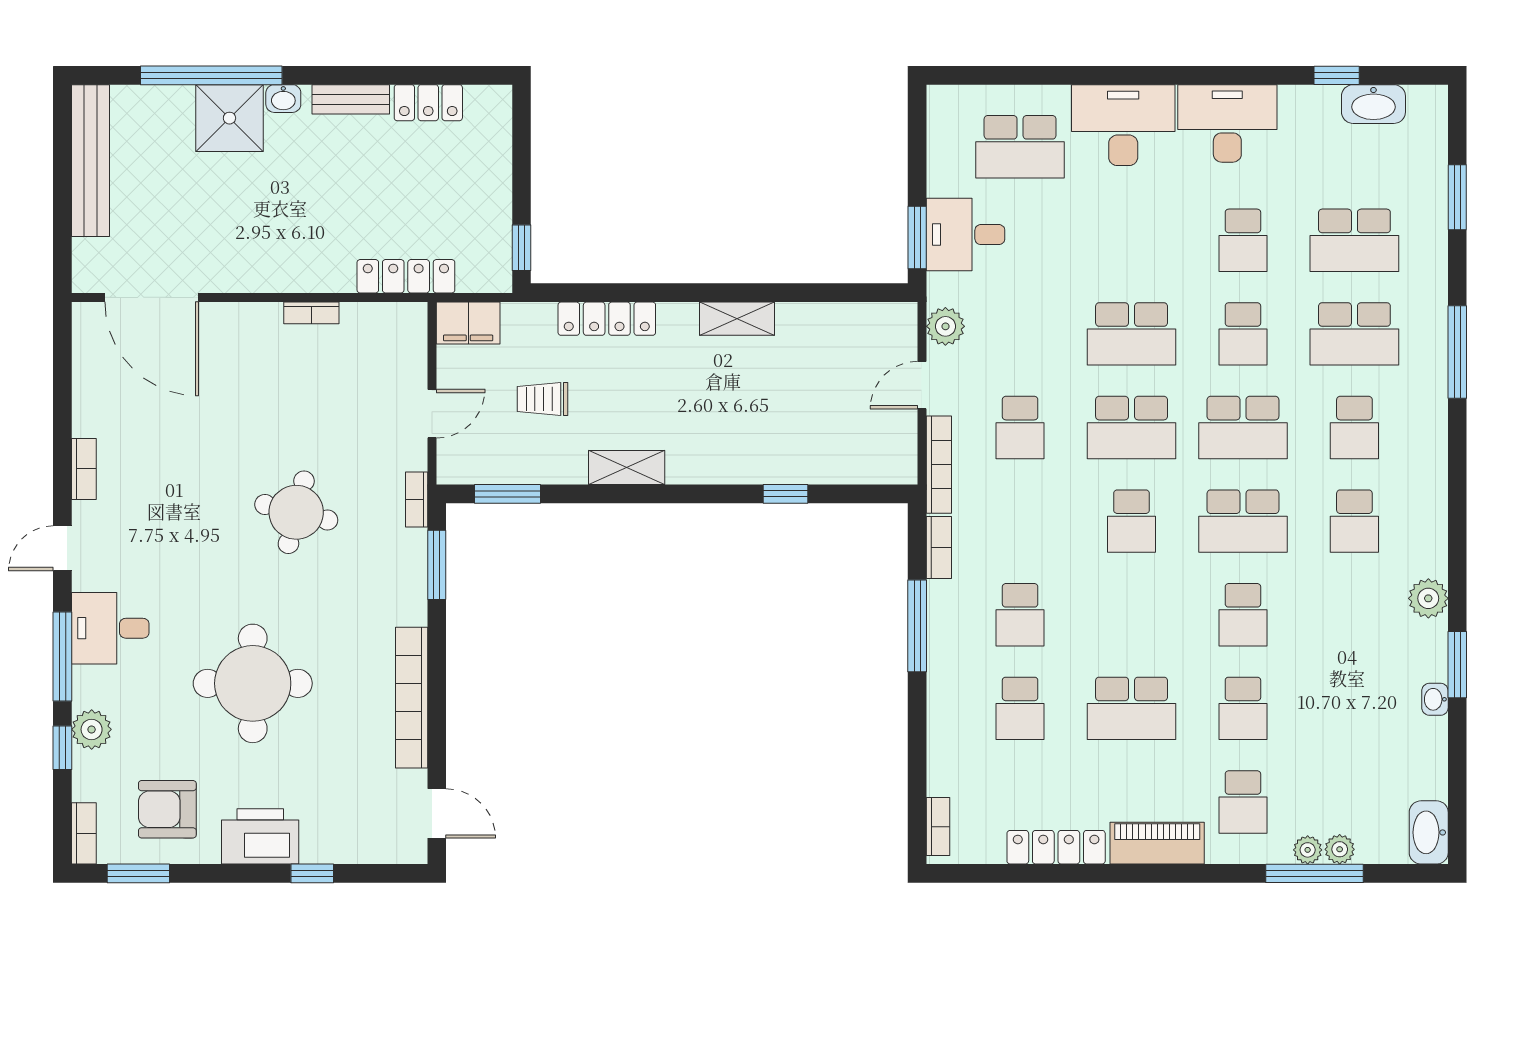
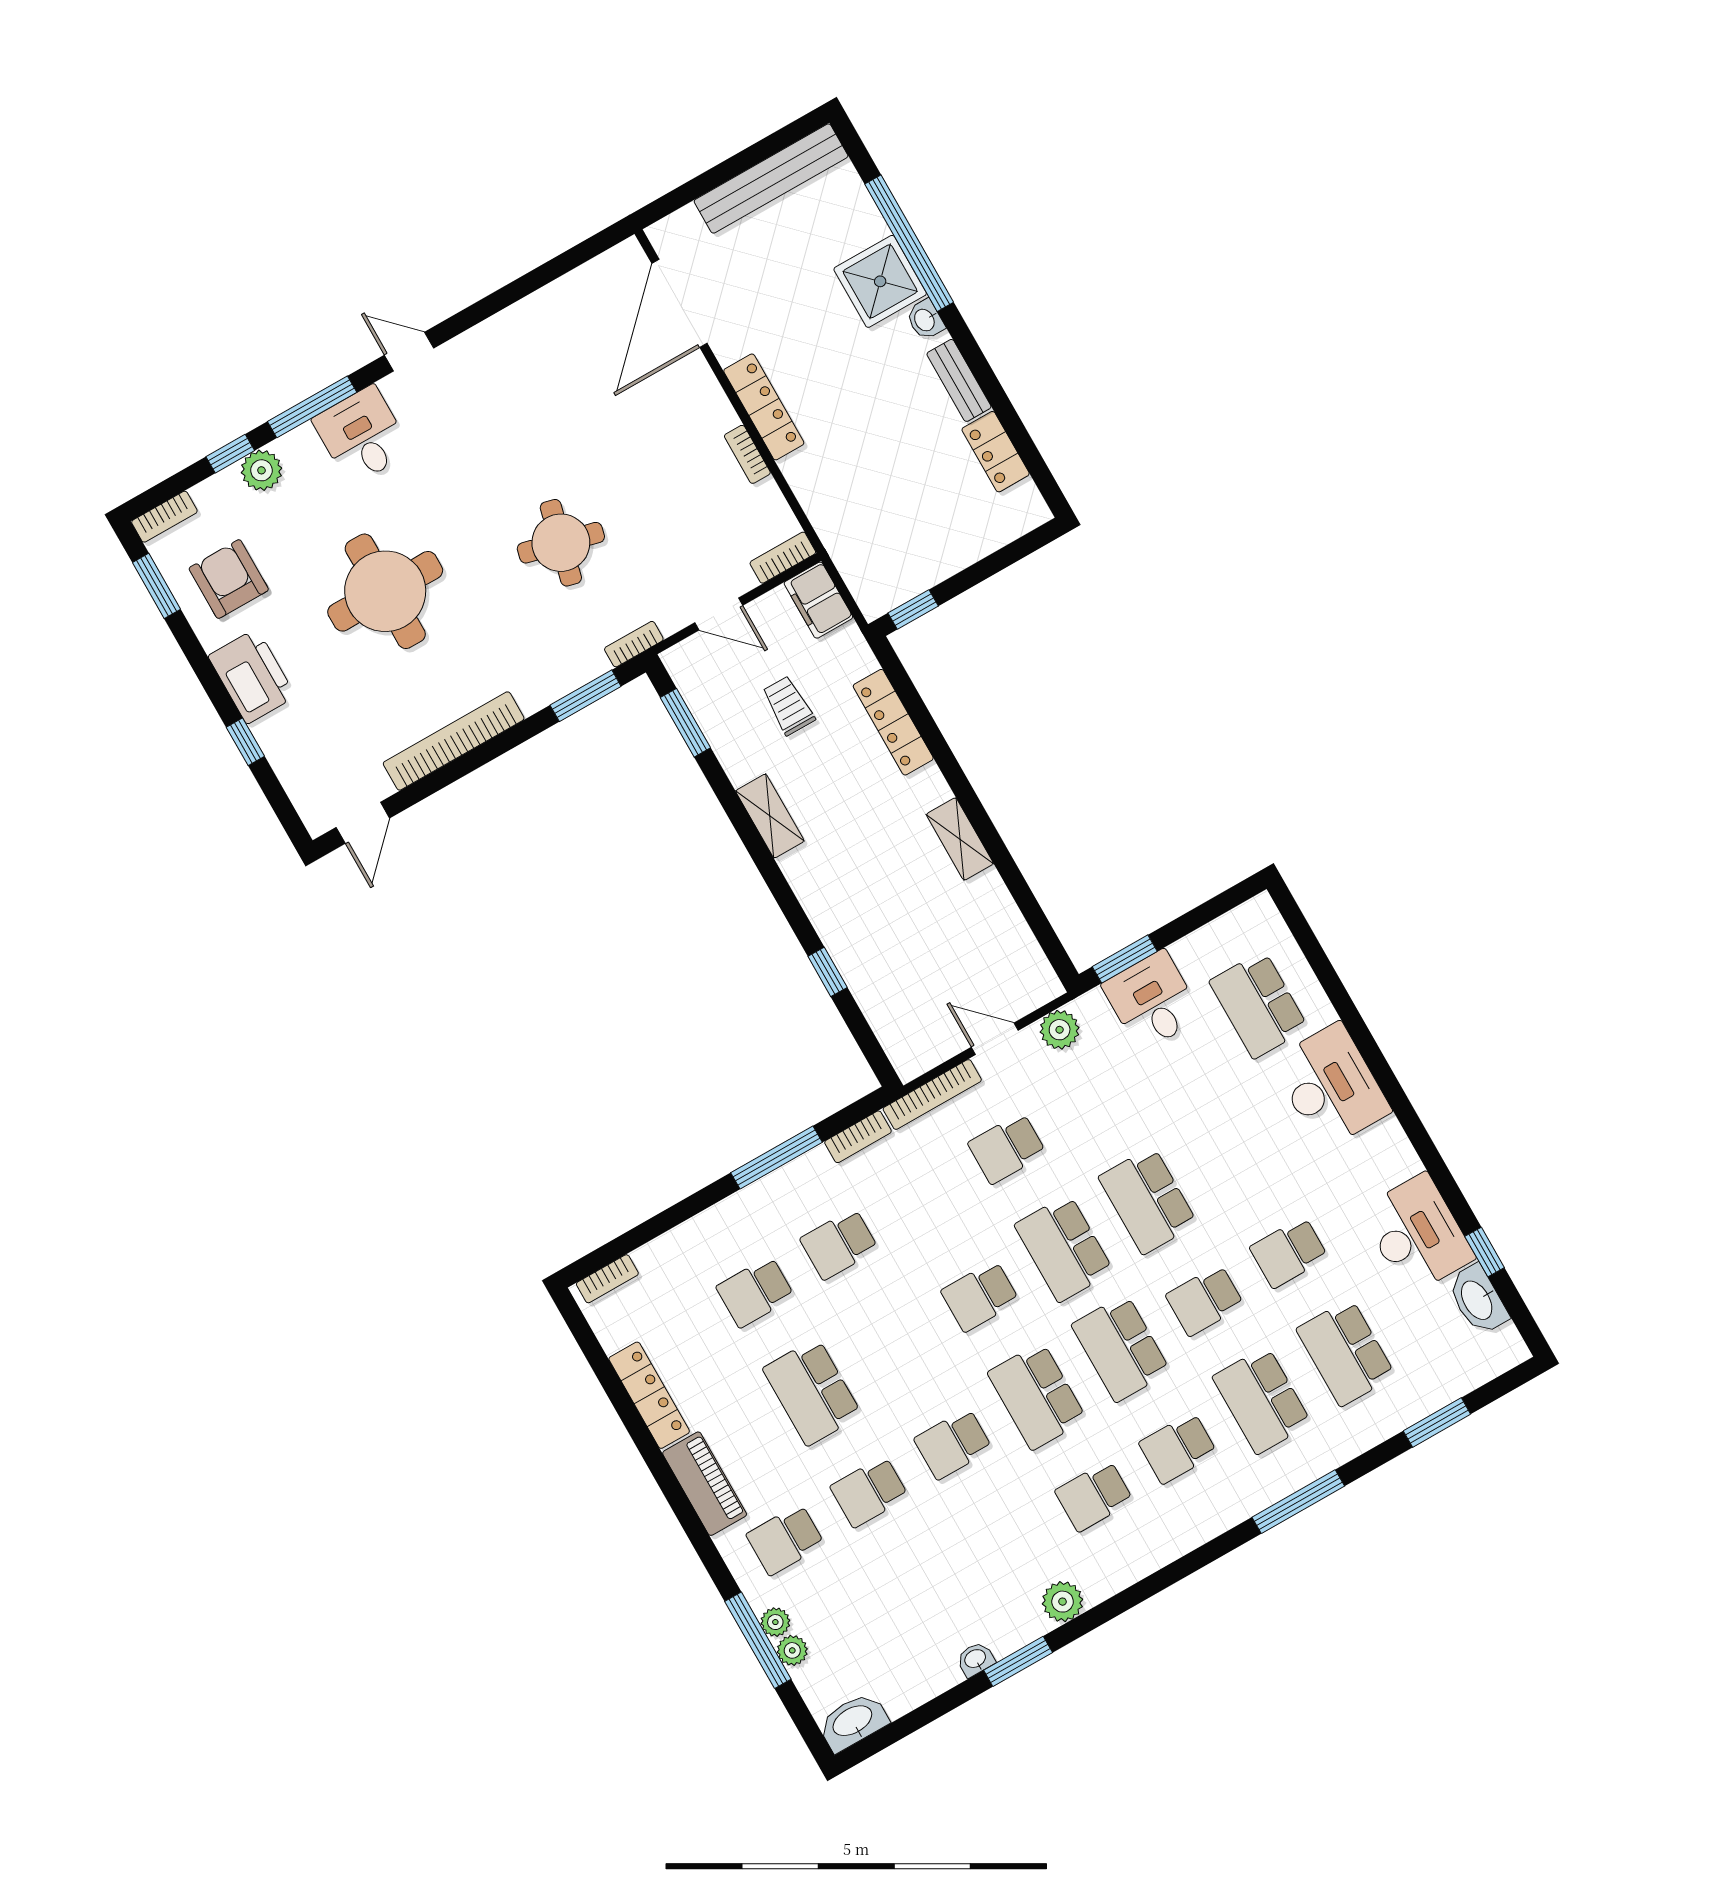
desk: (1227, 123) -> (1417, 1234), moved
locker: (406, 276) -> (764, 407), moved
bookcase: (84, 469) -> (783, 558), moved, turned 180

